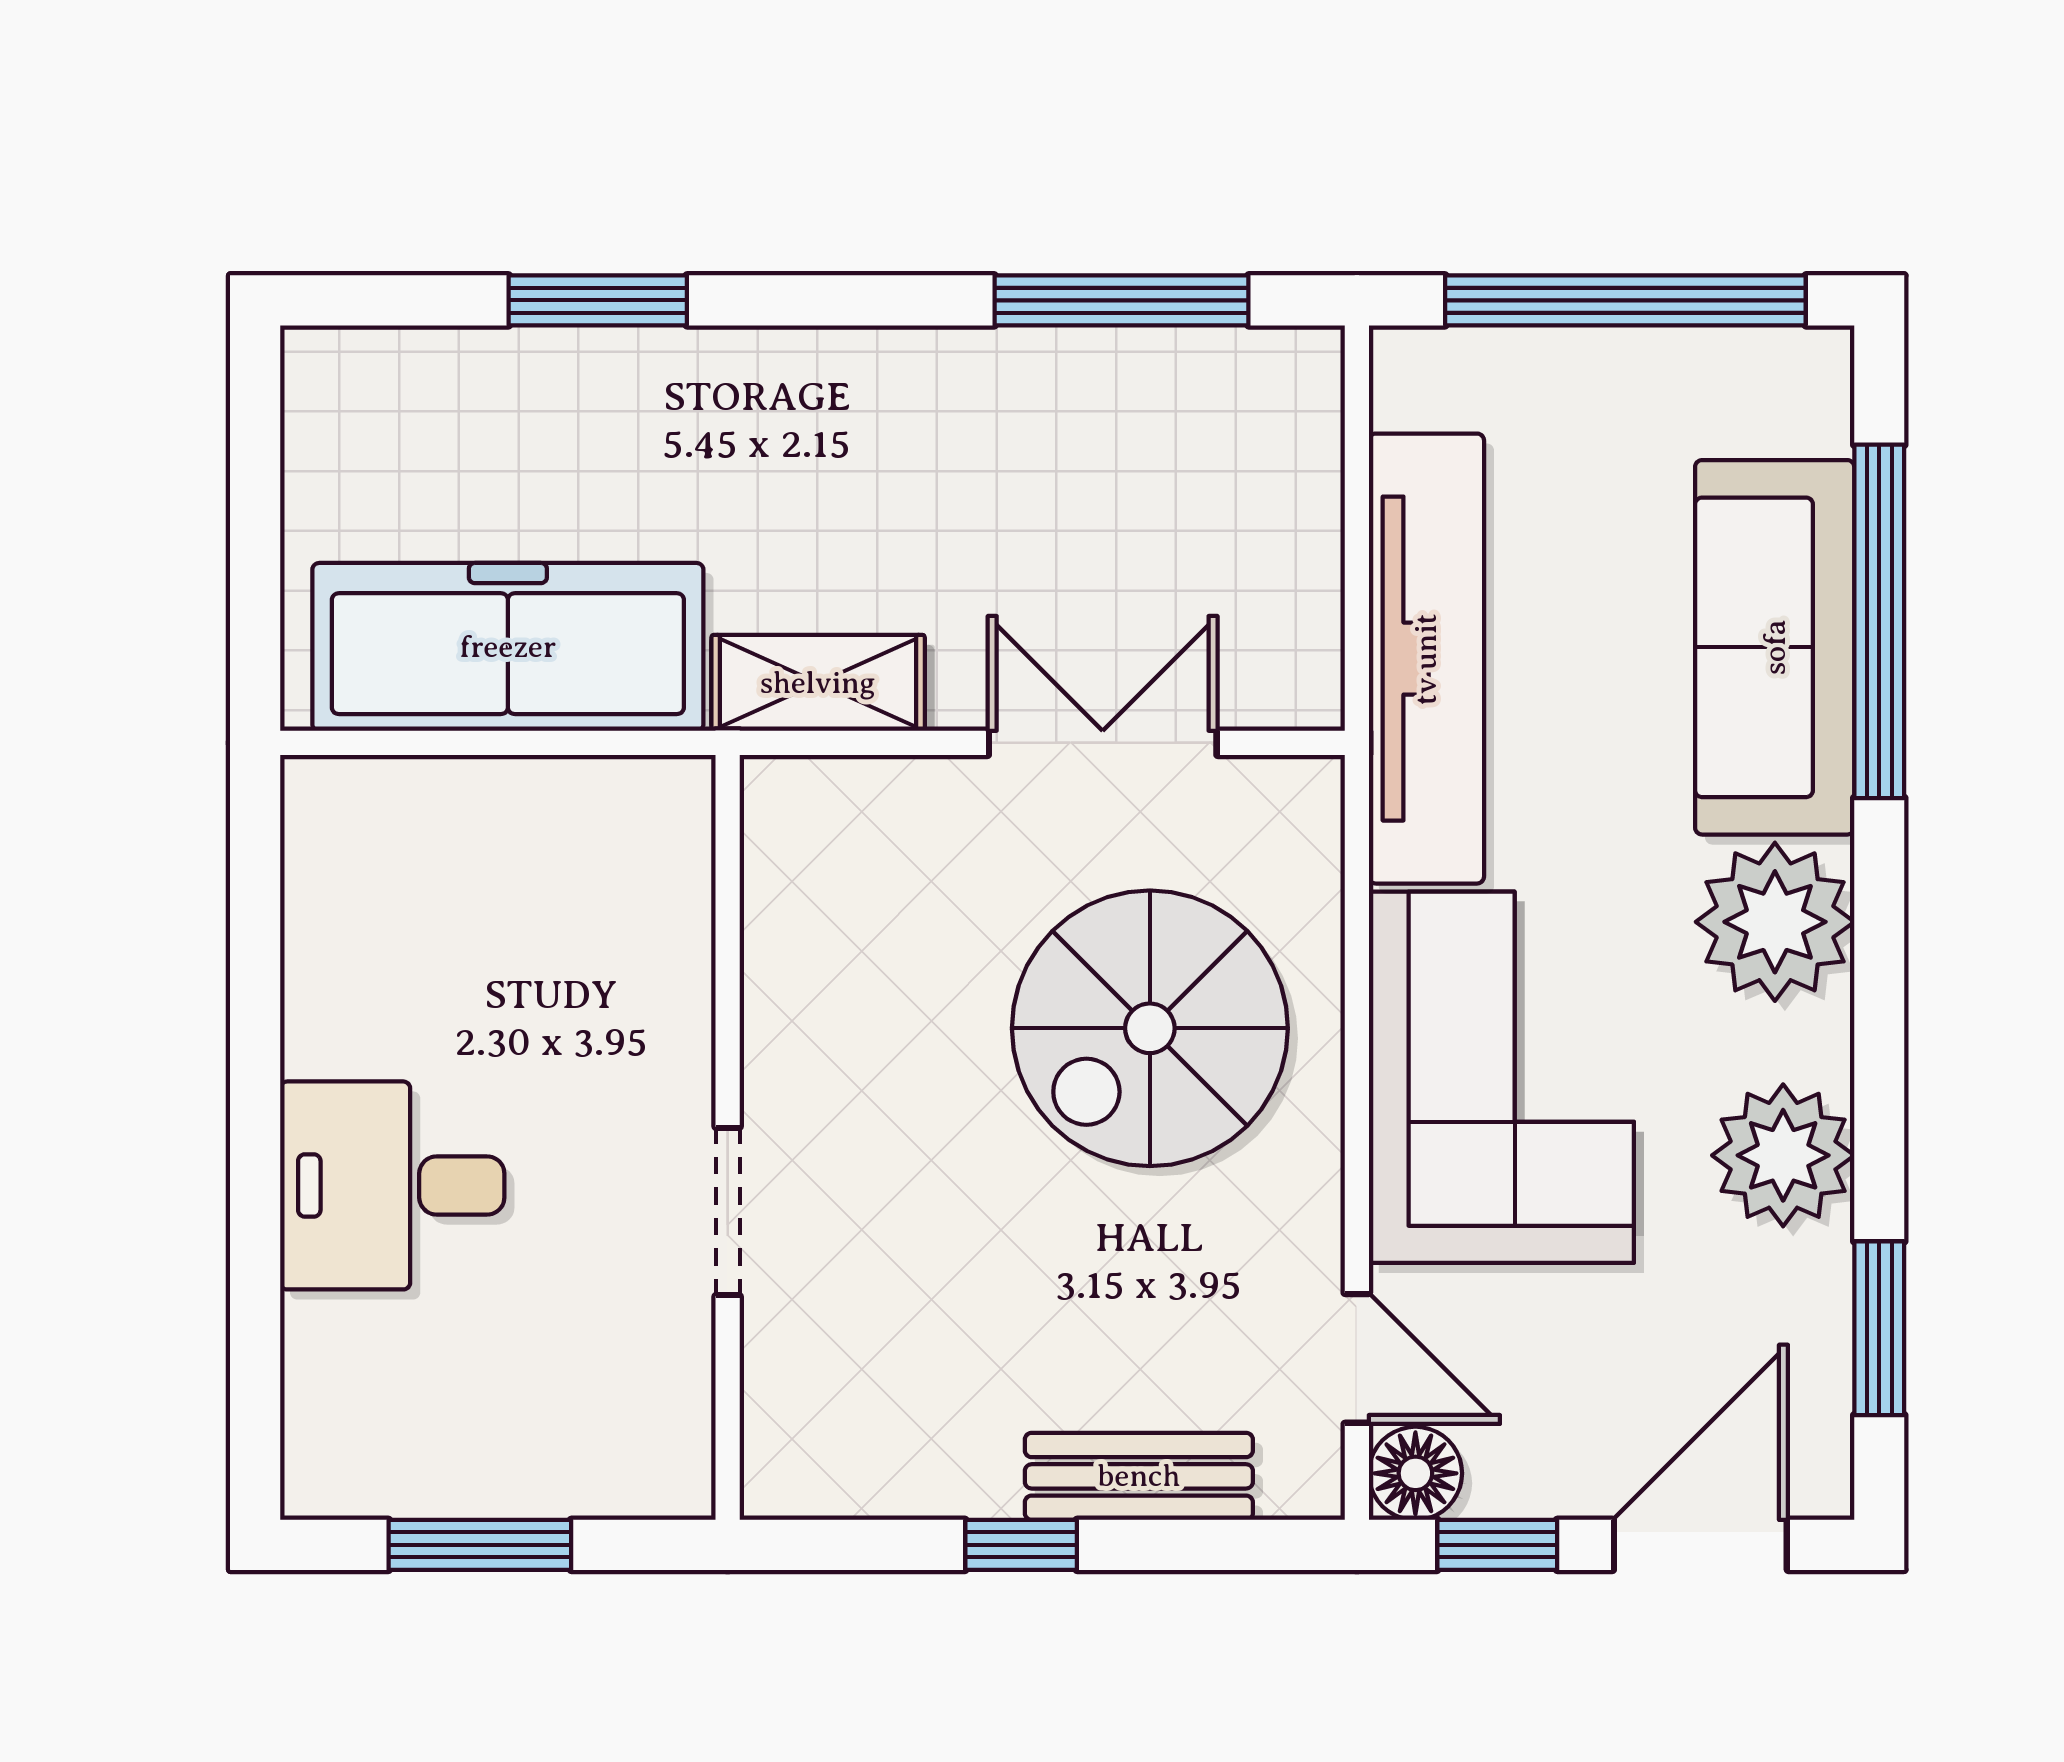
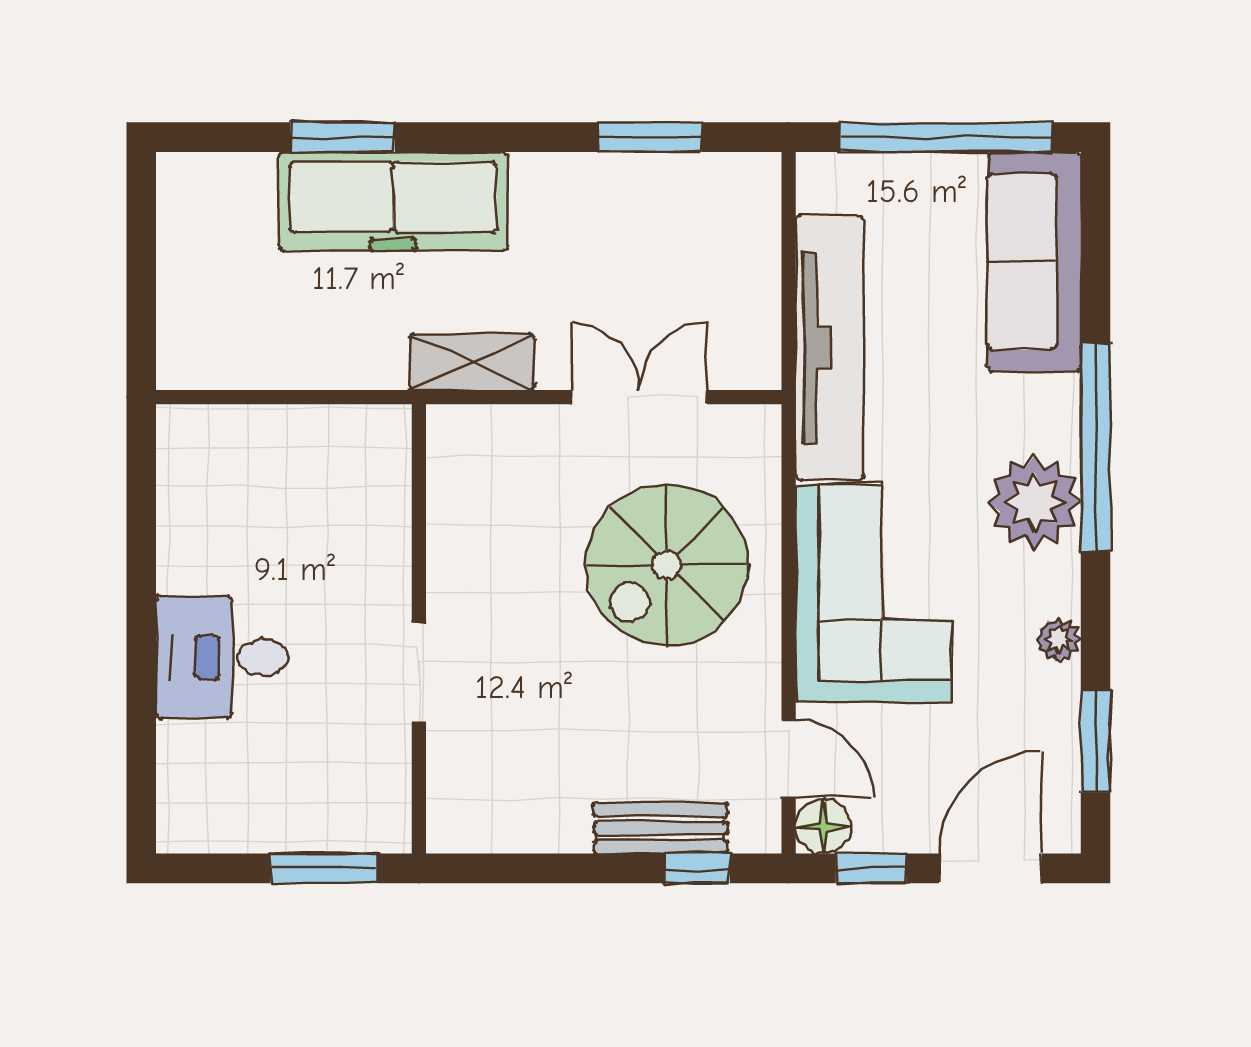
window: (1121, 300) -> (650, 137), width x0.69
window: (1879, 621) -> (1096, 447), moved
freezer: (508, 647) -> (393, 201), moved, turned 180
sofa: (1775, 647) -> (1034, 262), moved
plant: (1783, 1155) -> (1059, 639), width x0.53, depth x0.53
window: (480, 1545) -> (324, 868), moved
window: (1021, 1545) -> (697, 868), moved

